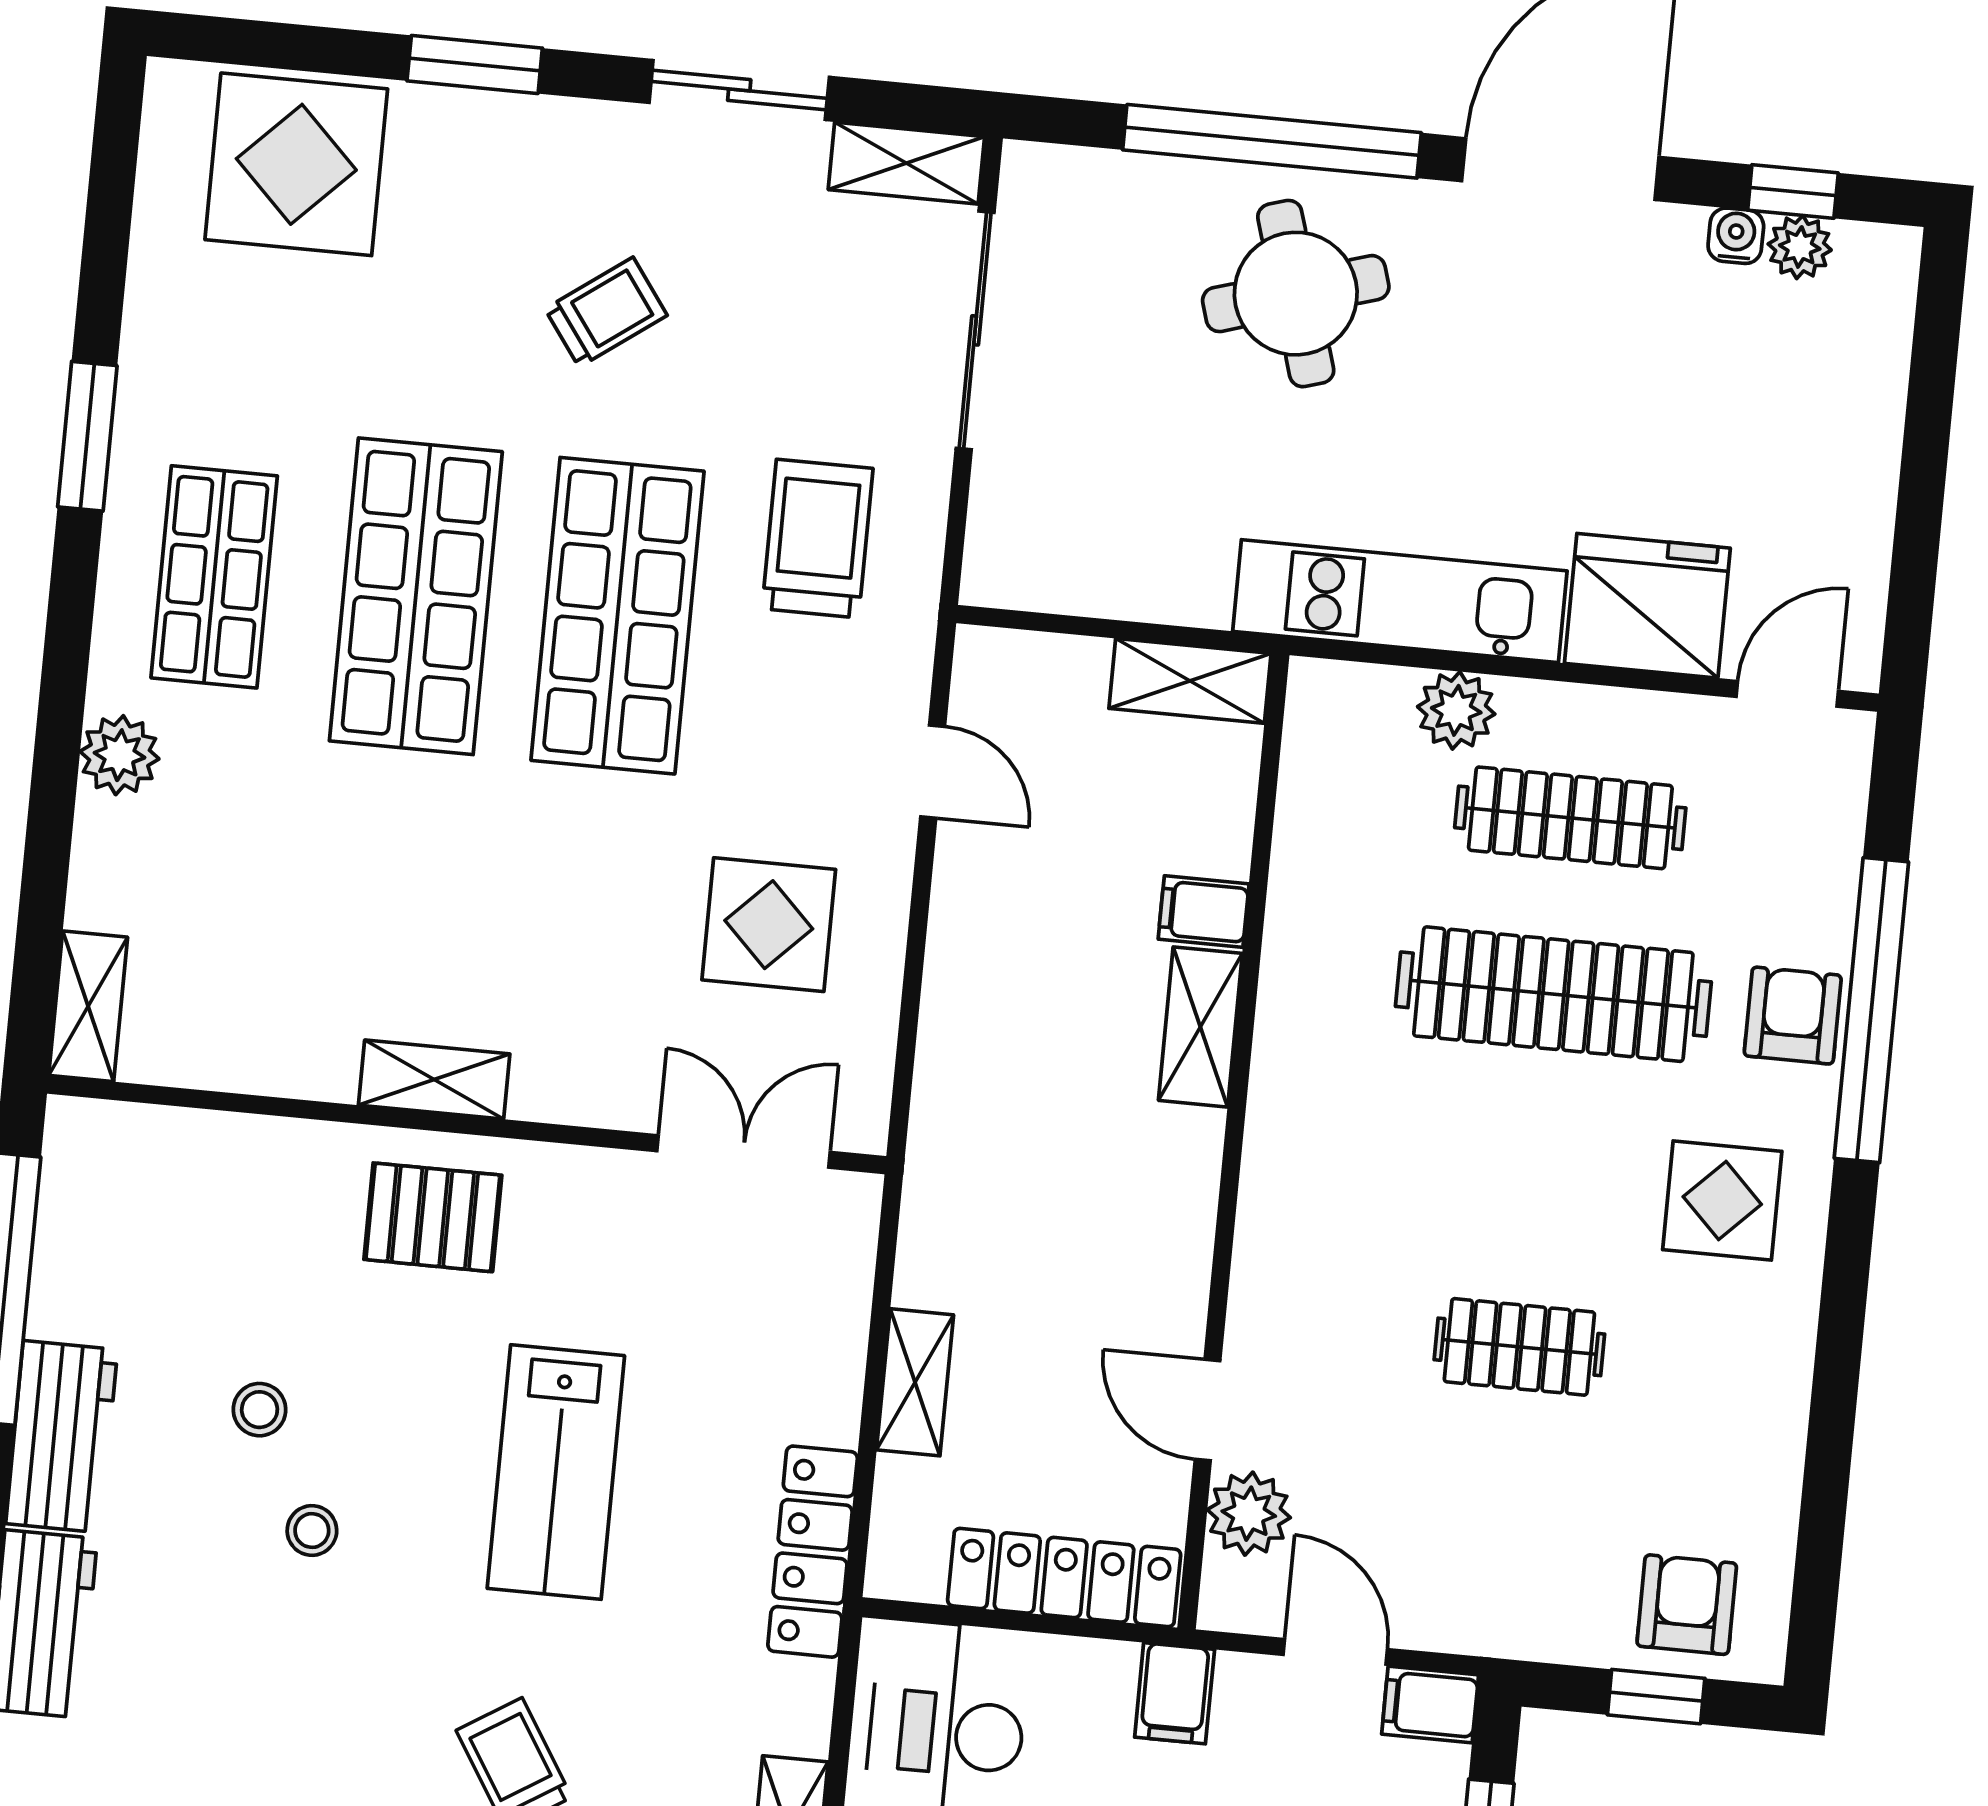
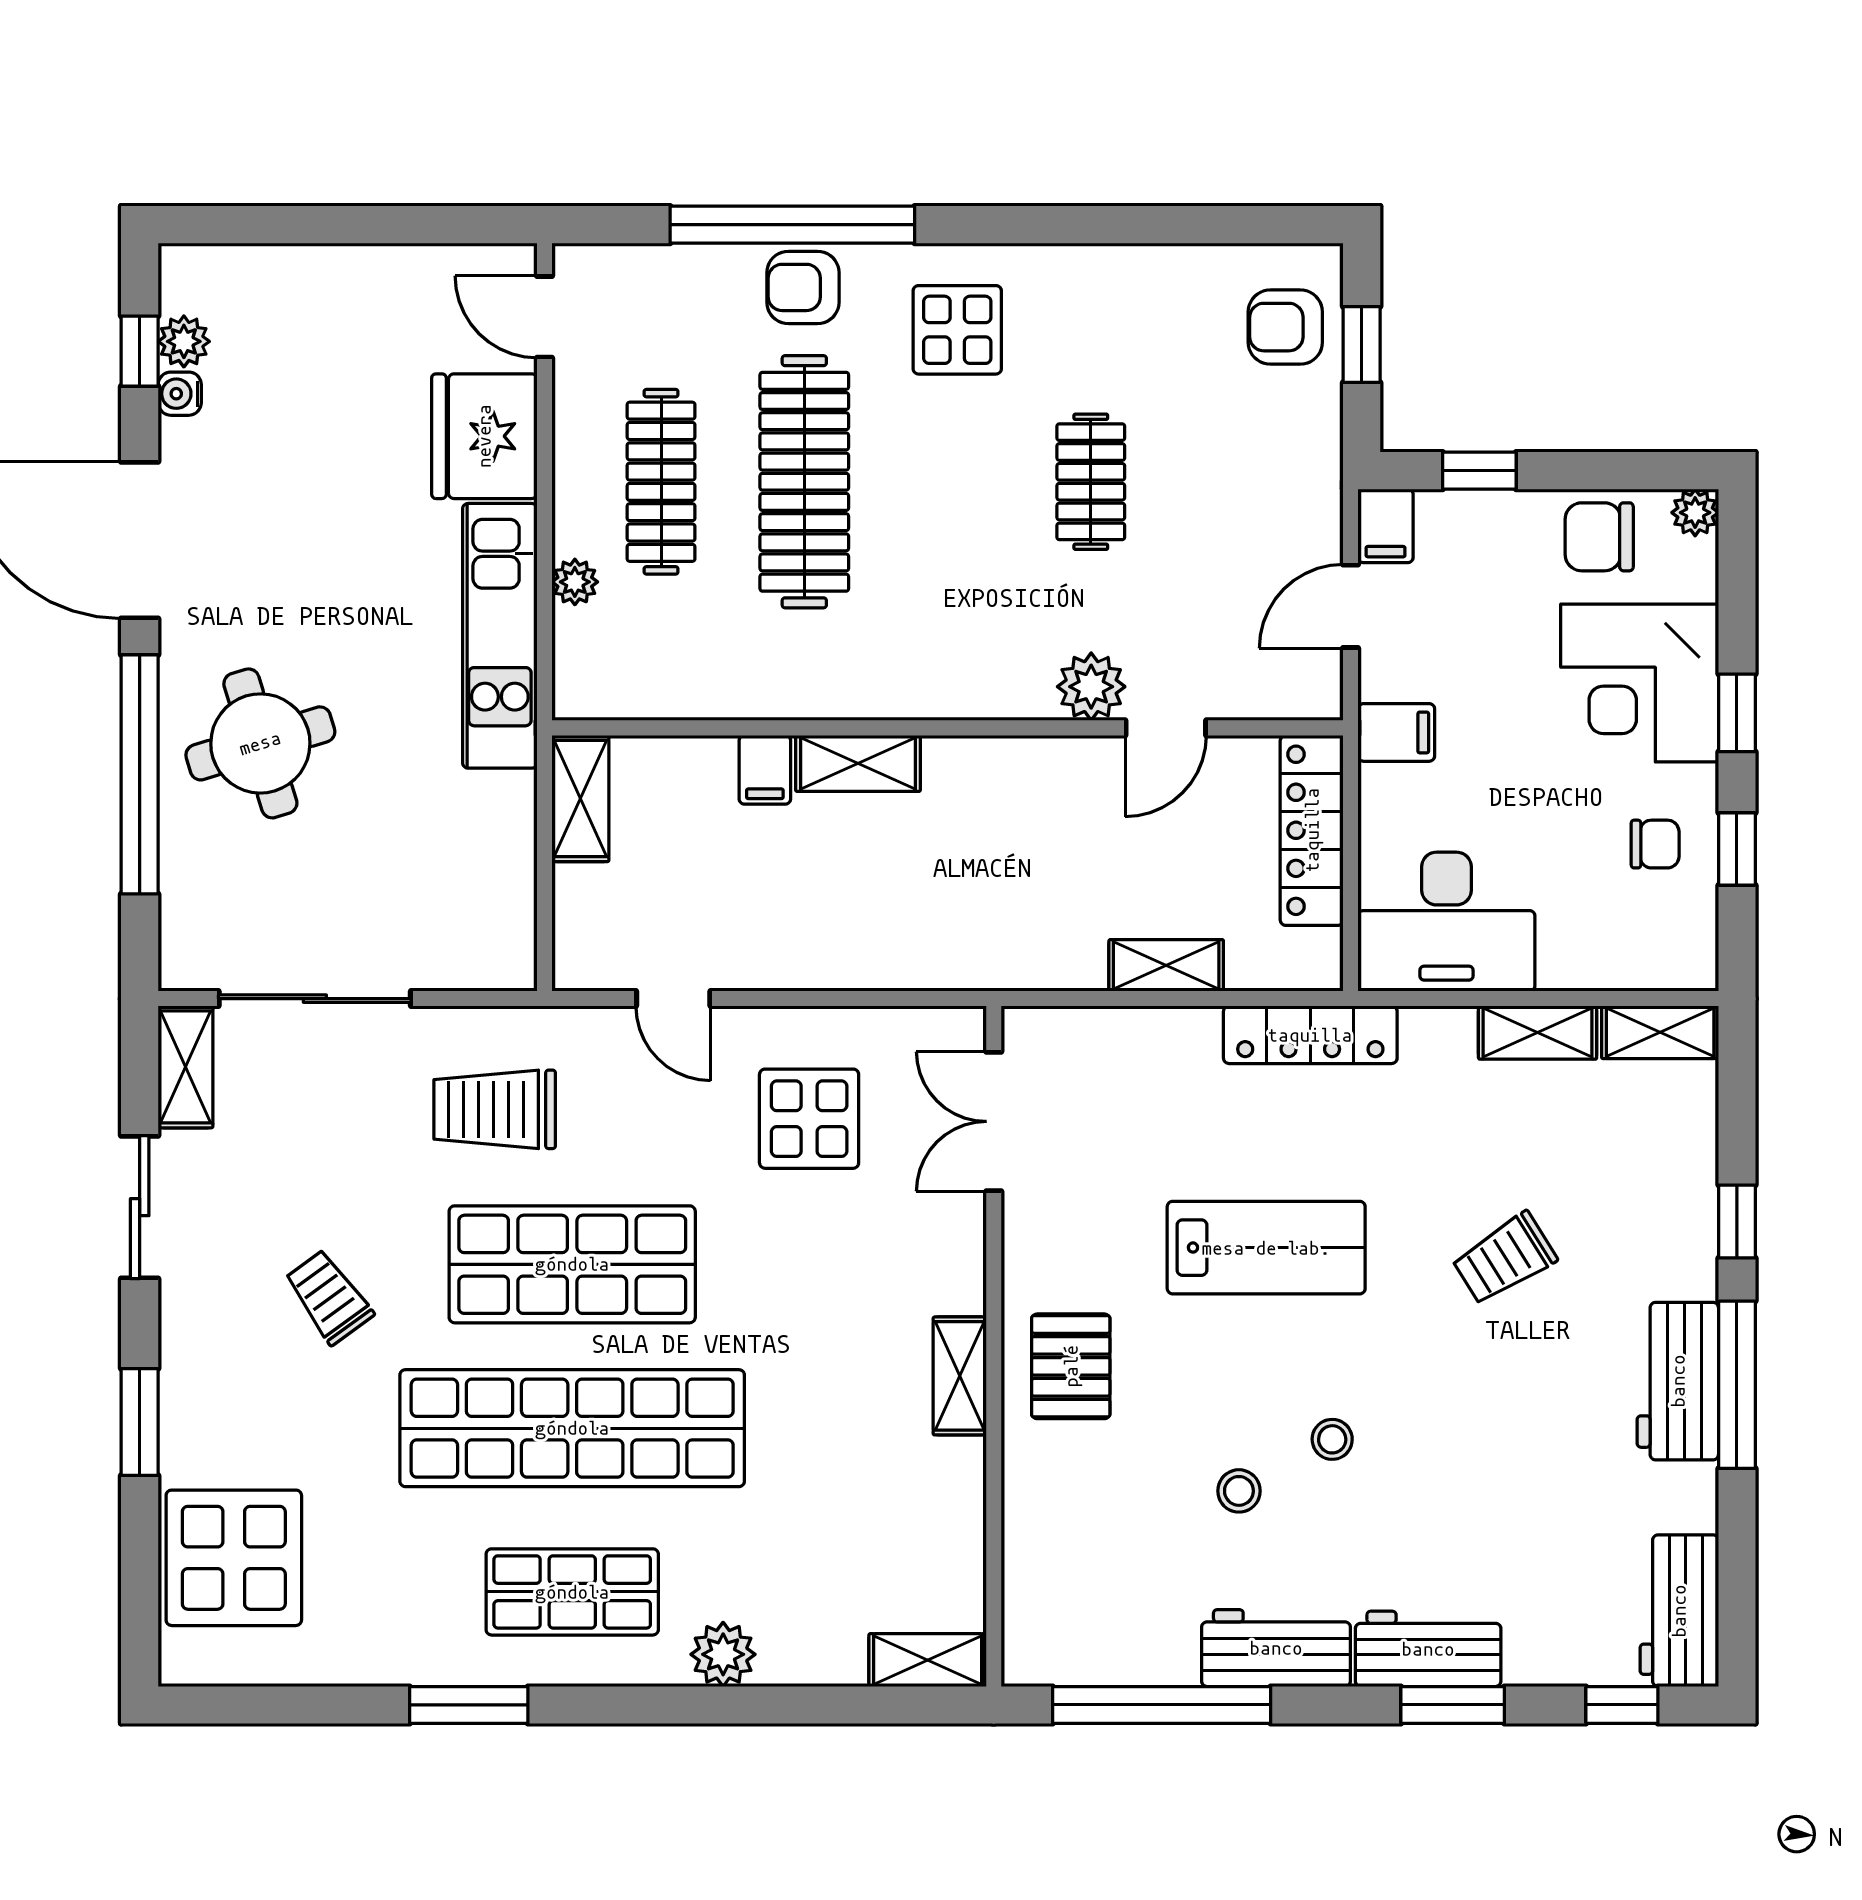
shop shelf: (416, 596) -> (572, 1428), width x1.40
plant: (1456, 710) -> (575, 582), width x0.73, depth x0.73
door: (933, 772) -> (673, 999), swing flipped
plant: (1249, 1514) -> (1091, 687), moved

